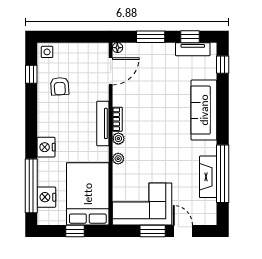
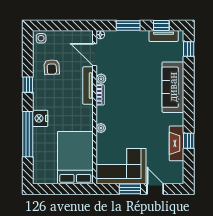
door: (111, 71) -> (95, 55), swing flipped
window: (31, 74) -> (28, 85), moved
tv unit: (103, 123) -> (88, 86), moved
plant: (118, 139) -> (101, 79), moved
window: (223, 174) -> (189, 141), width x0.32
window: (31, 186) -> (28, 134), moved
nightstand: (46, 197) -> (40, 160), removed
window: (75, 231) -> (65, 189), removed

